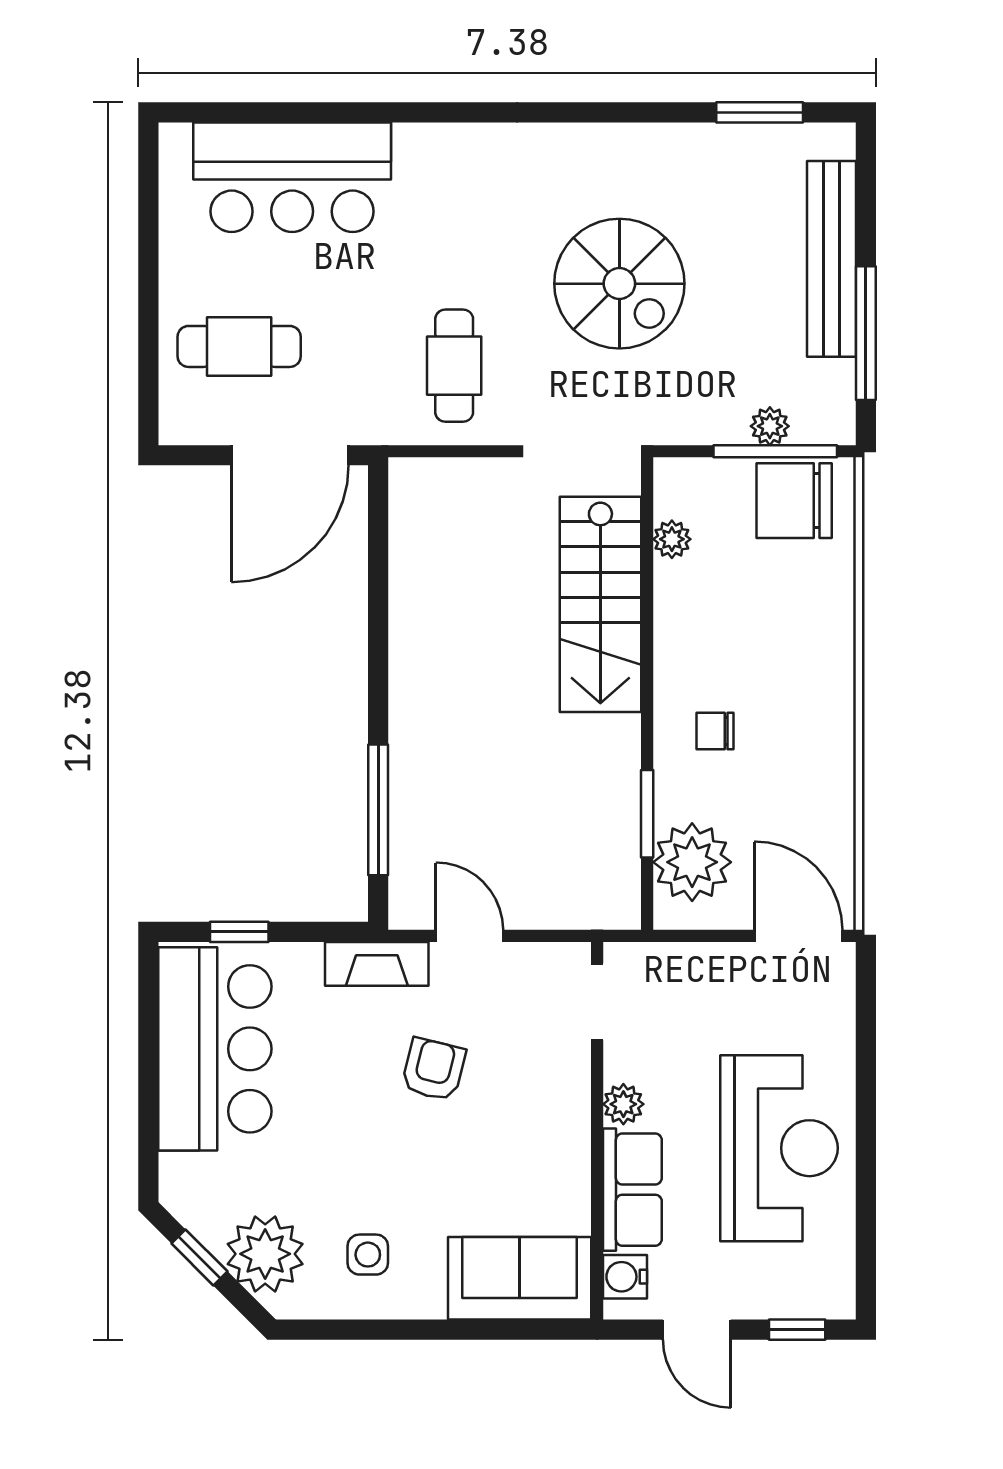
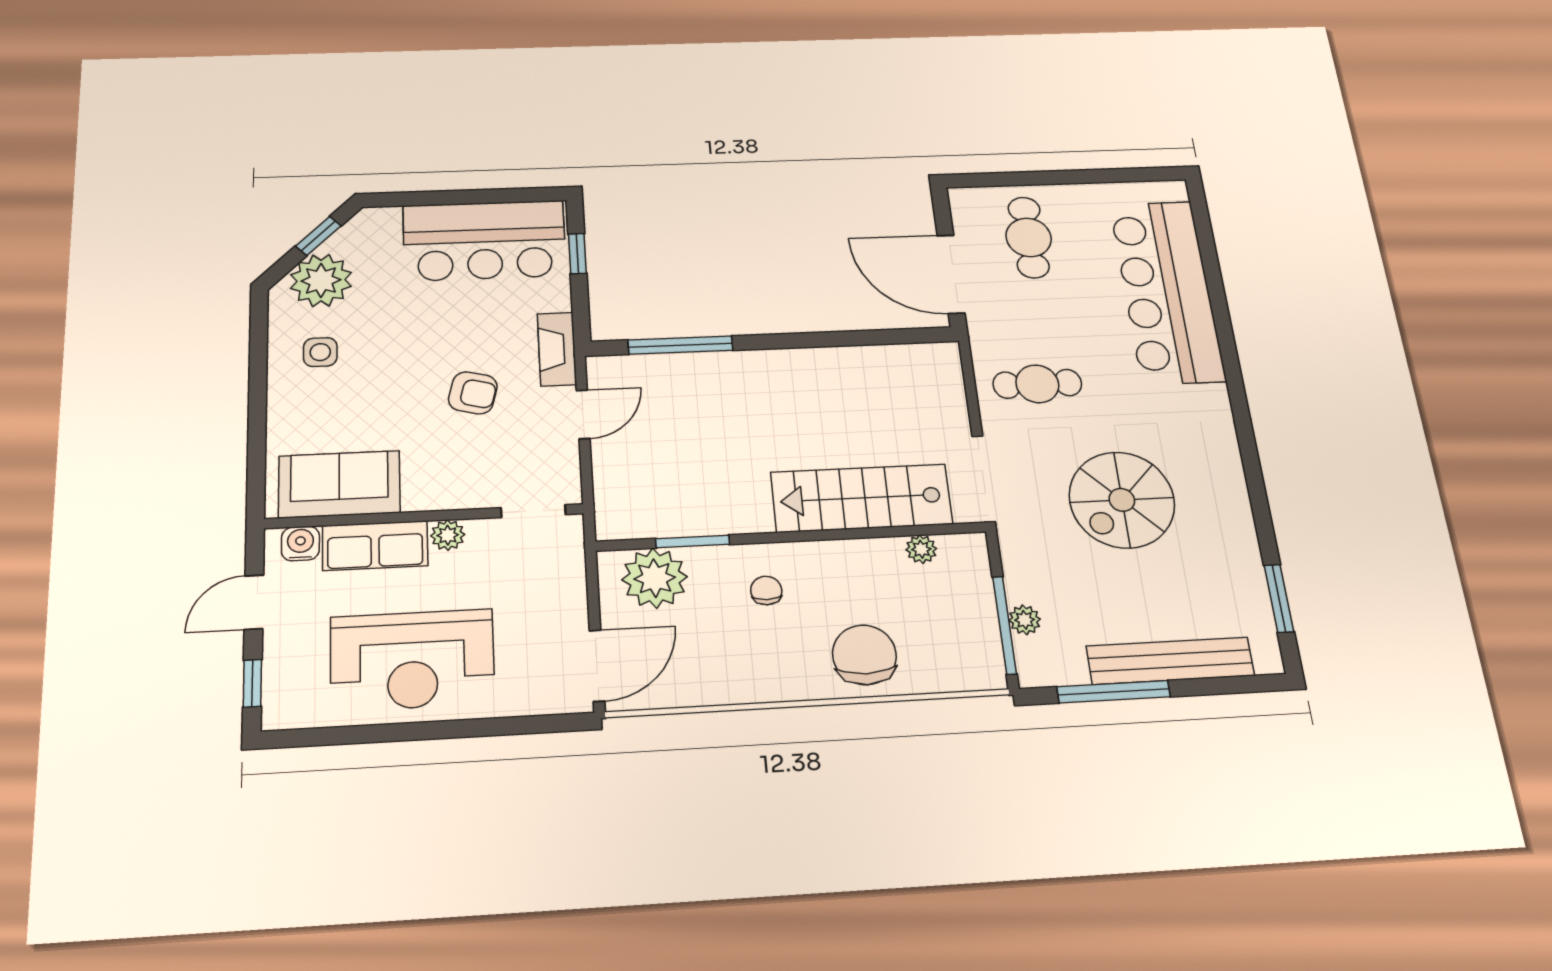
bar counter: (292, 177) -> (1167, 292), width x1.36
chair: (794, 501) -> (864, 655), moved
sofa: (520, 1278) -> (339, 484), moved, turned -90

